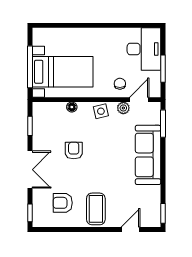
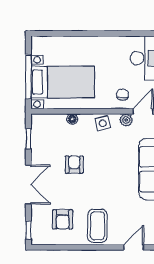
armchair: (63, 203) -> (63, 219), turned -90

